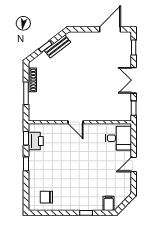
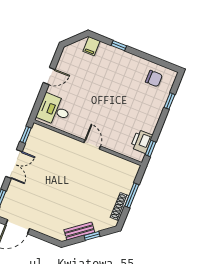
window: (26, 164) -> (170, 101), moved

